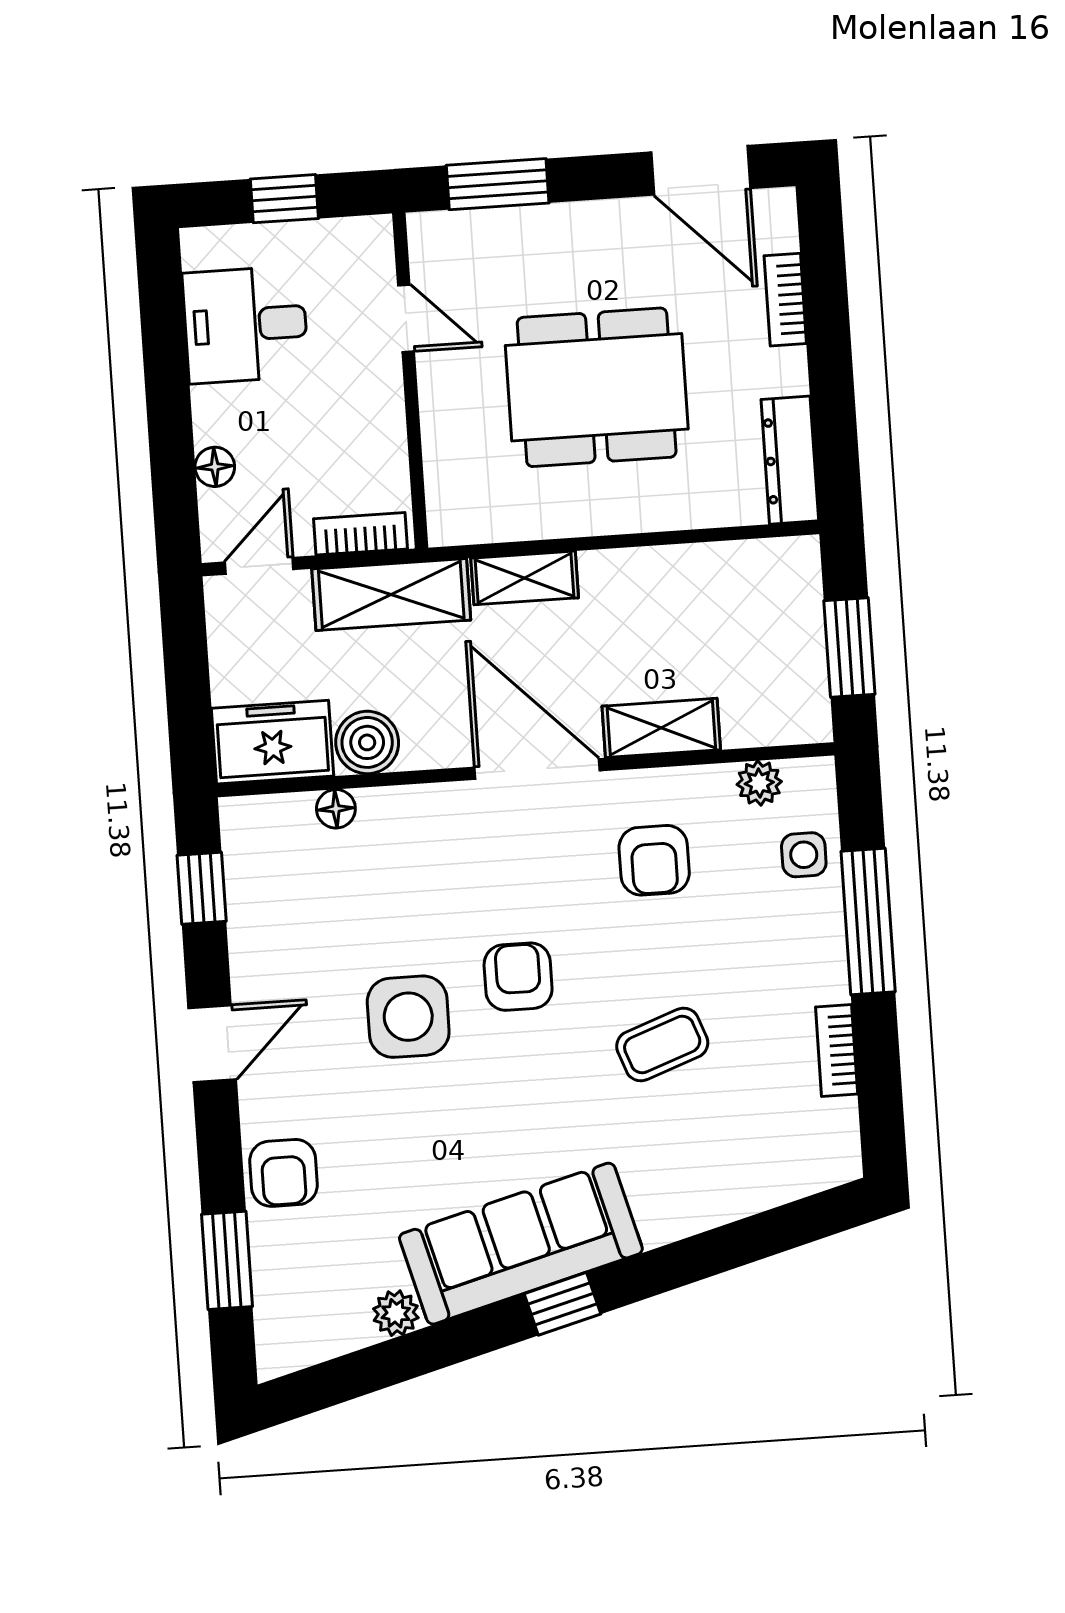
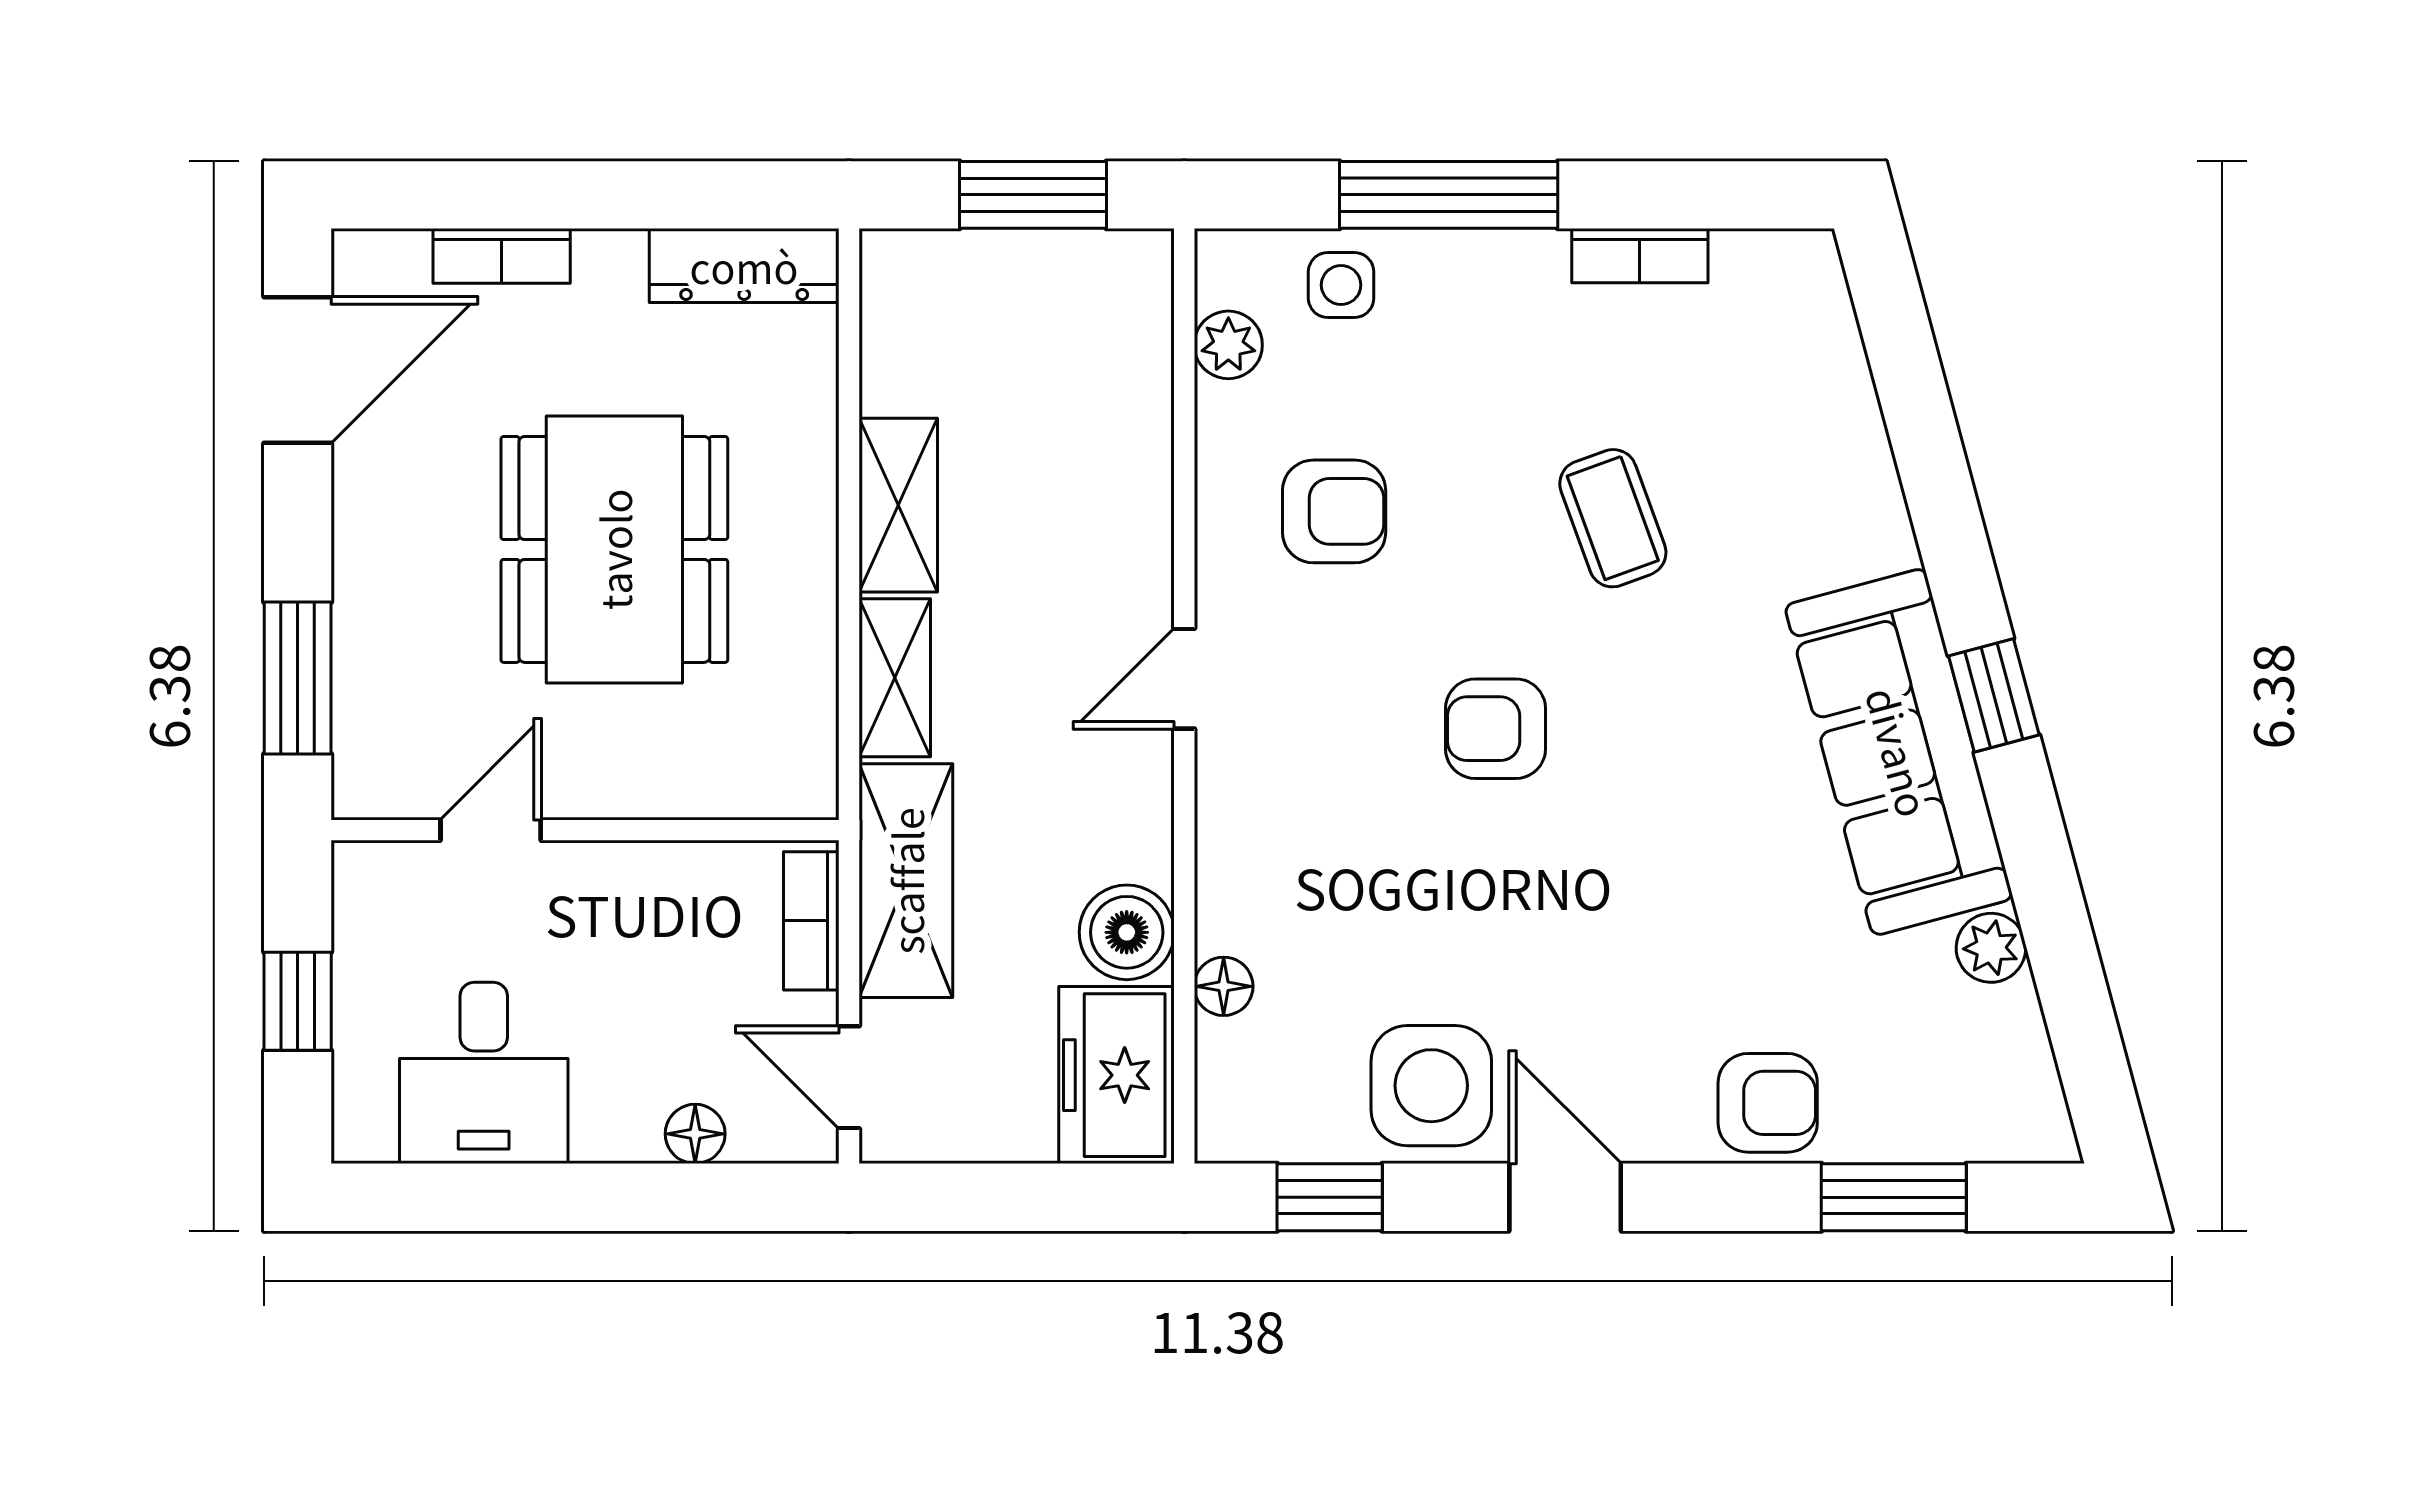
shelving: (661, 728) -> (898, 505), moved
door: (537, 769) -> (1184, 679), width x0.53
side table: (408, 1017) -> (1431, 1086), moved

